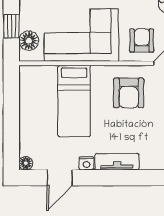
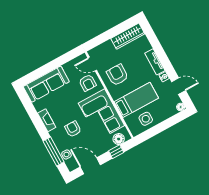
armchair: (142, 40) -> (88, 83), turned -90
armchair: (129, 93) -> (117, 75), turned -90
side table: (37, 100) -> (146, 119), added

